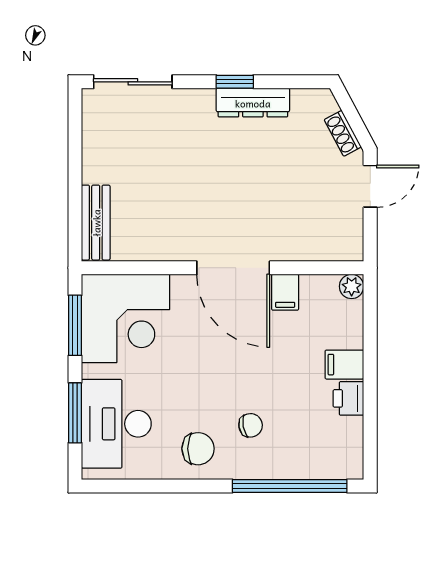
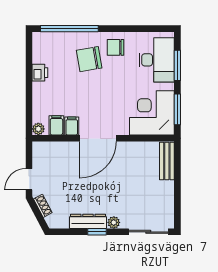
plant: (202, 100) -> (114, 222), added
door: (233, 268) -> (98, 138), swing flipped
filing cabinet: (344, 365) -> (56, 125), moved, turned -90
chair: (251, 425) -> (89, 59), width x1.87, depth x1.87

